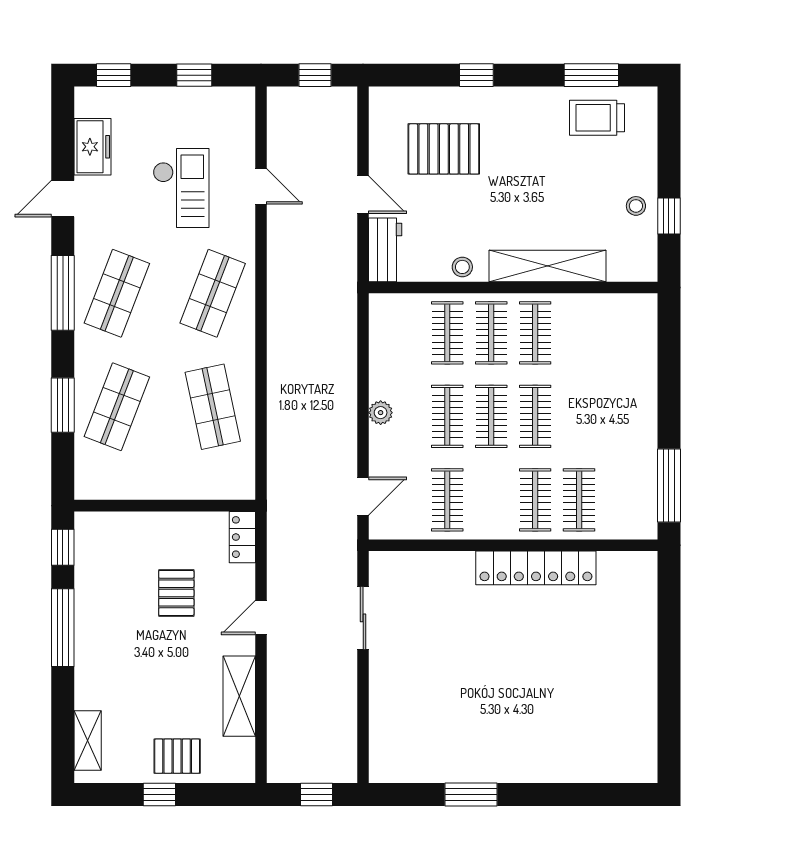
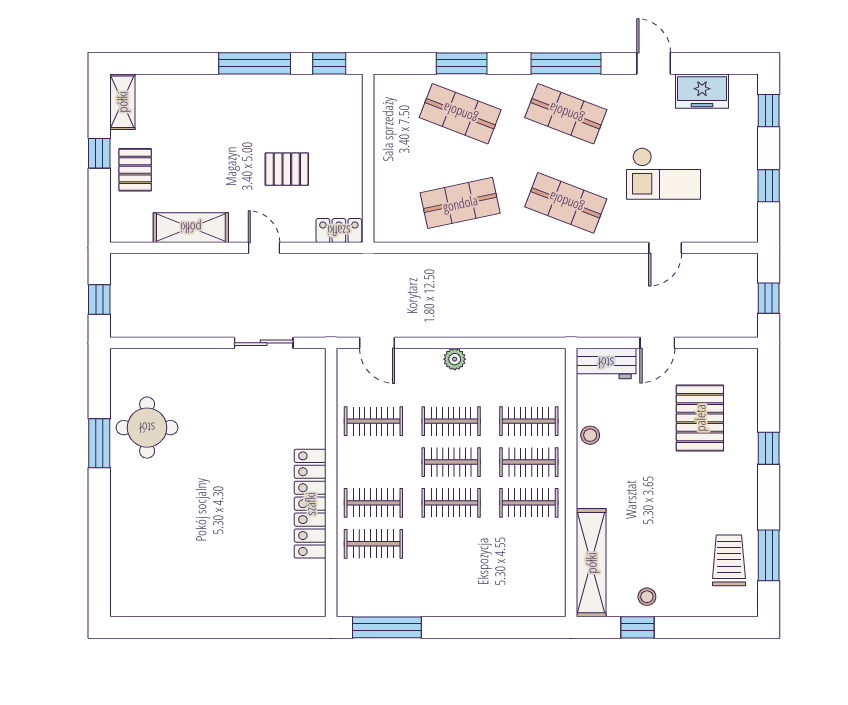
shelving: (547, 266) -> (591, 563), moved
shelving: (88, 740) -> (122, 102), moved, turned 90
round table: (454, 743) -> (147, 428), added

